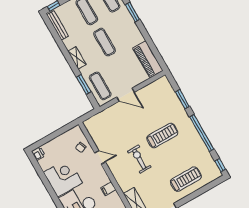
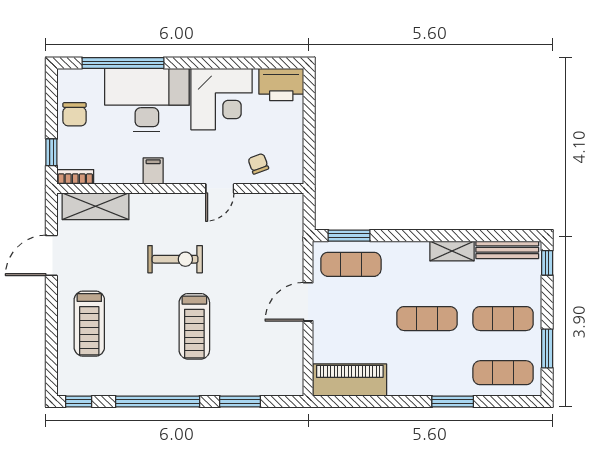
shelving: (77, 58) -> (452, 251), moved
window: (84, 84) -> (349, 236), moved
printer: (38, 154) -> (281, 85), width x1.87, depth x1.48

